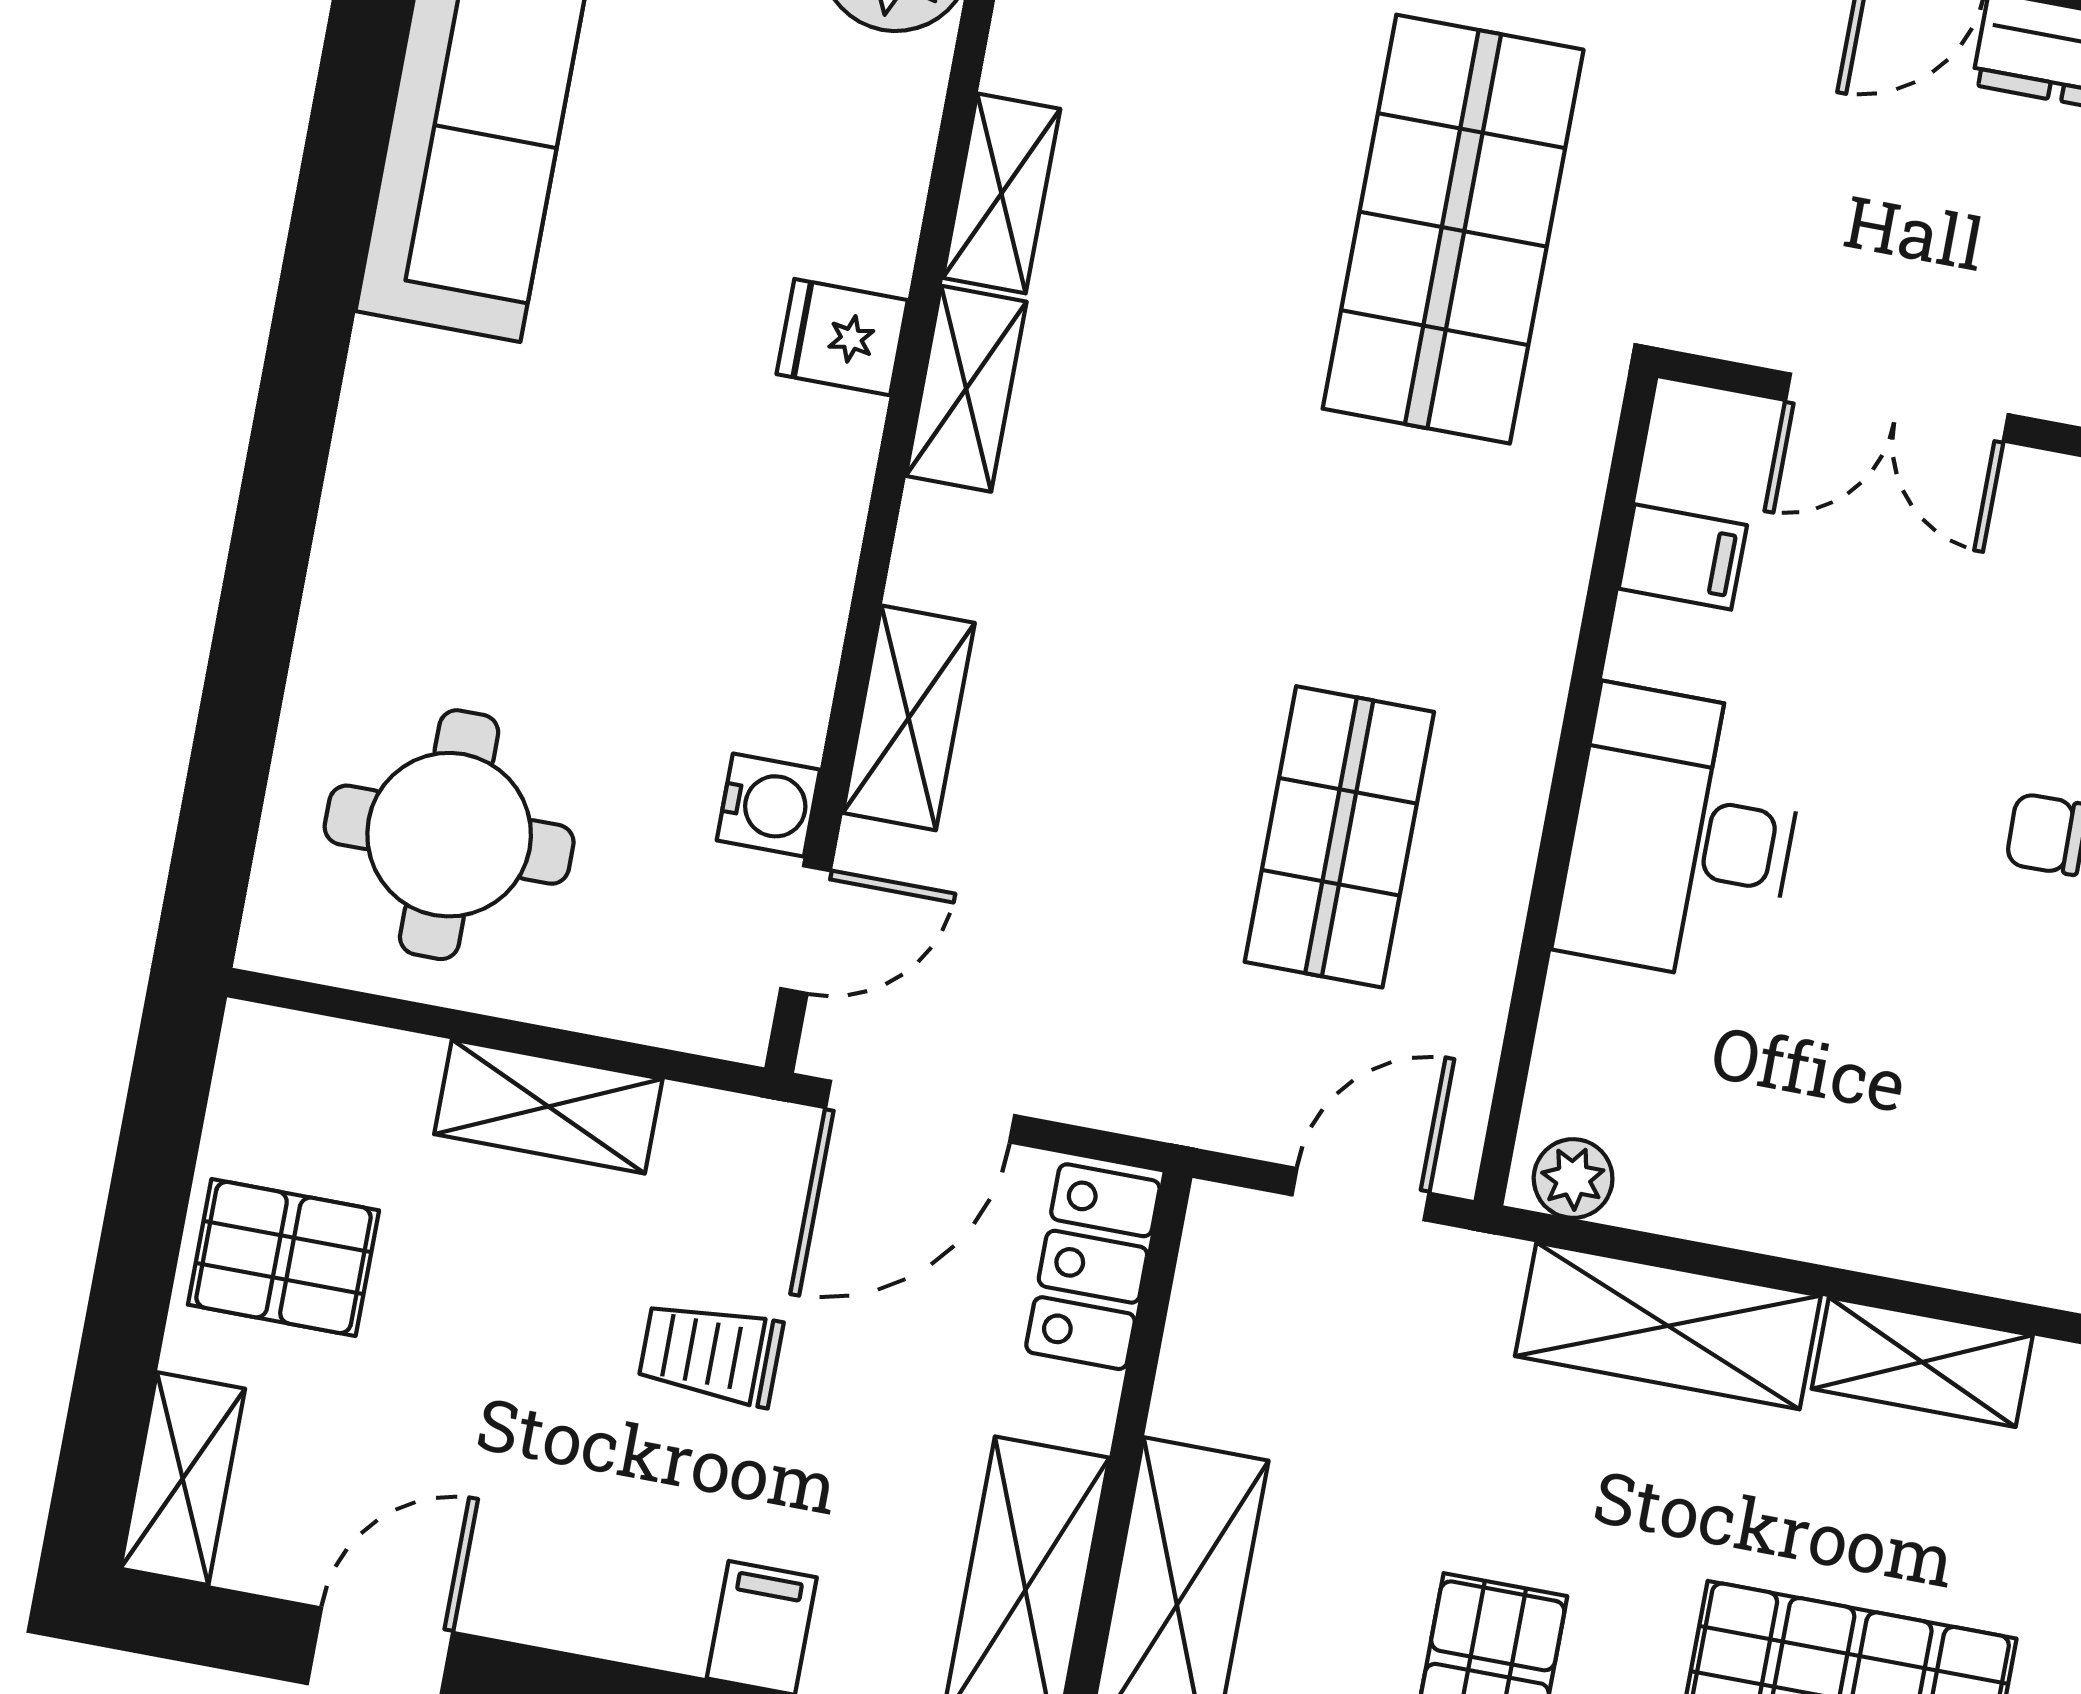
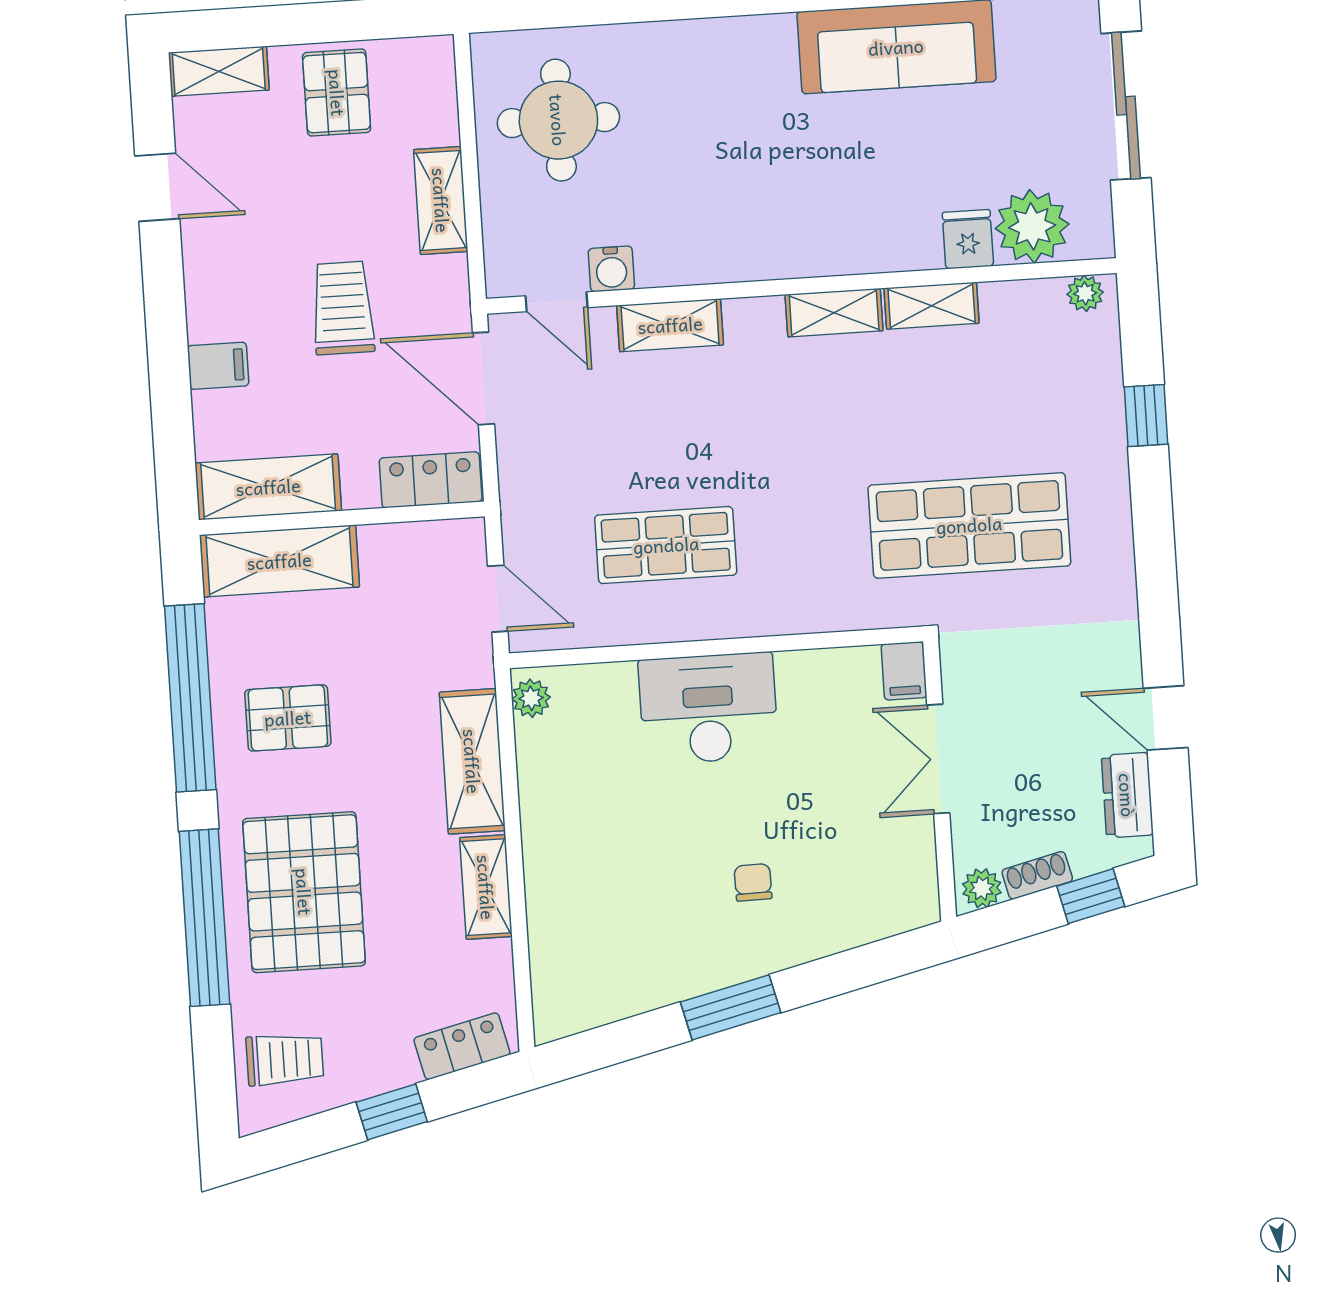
fridge: (842, 337) -> (968, 239), moved
filing cabinet: (1683, 557) -> (904, 671), moved
trolley: (711, 1353) -> (343, 308), width x1.36, depth x1.39

